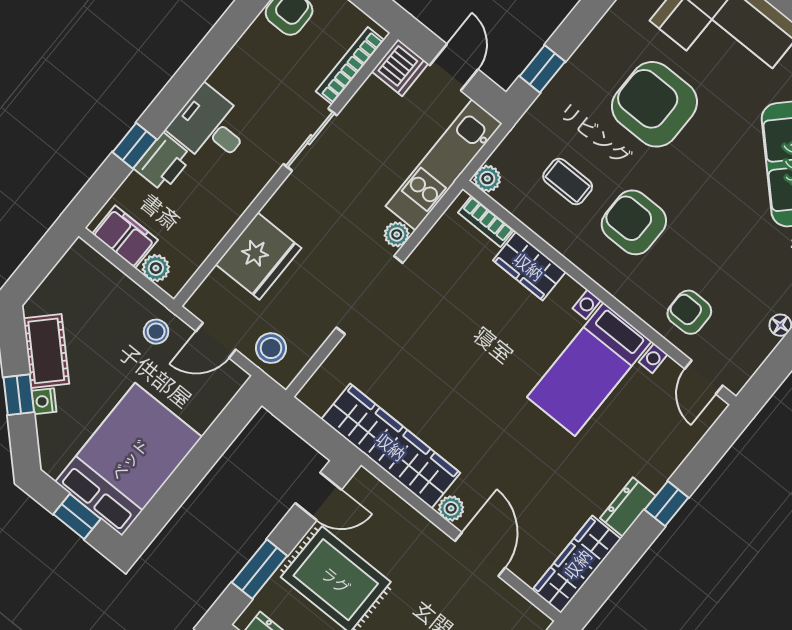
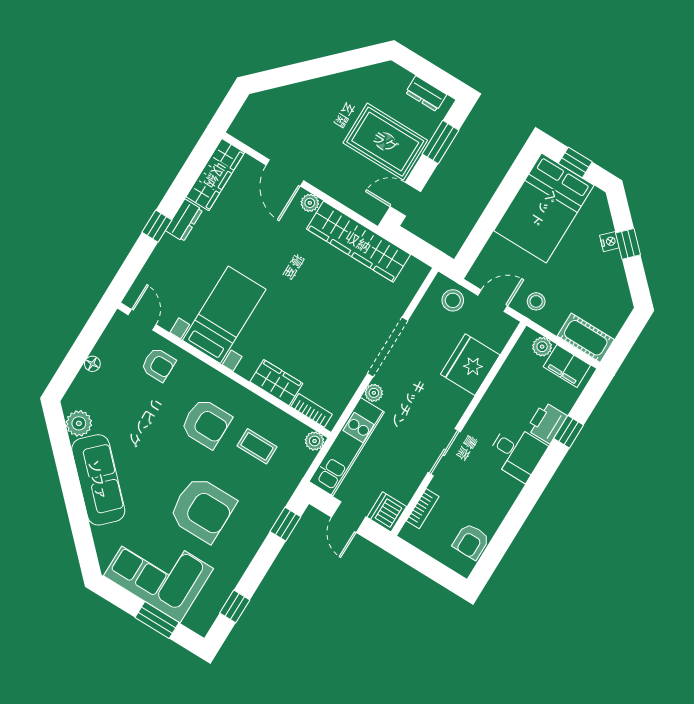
bookcase: (350, 66) -> (423, 509), width x0.64
cot: (46, 351) -> (586, 338), moved, turned -45

